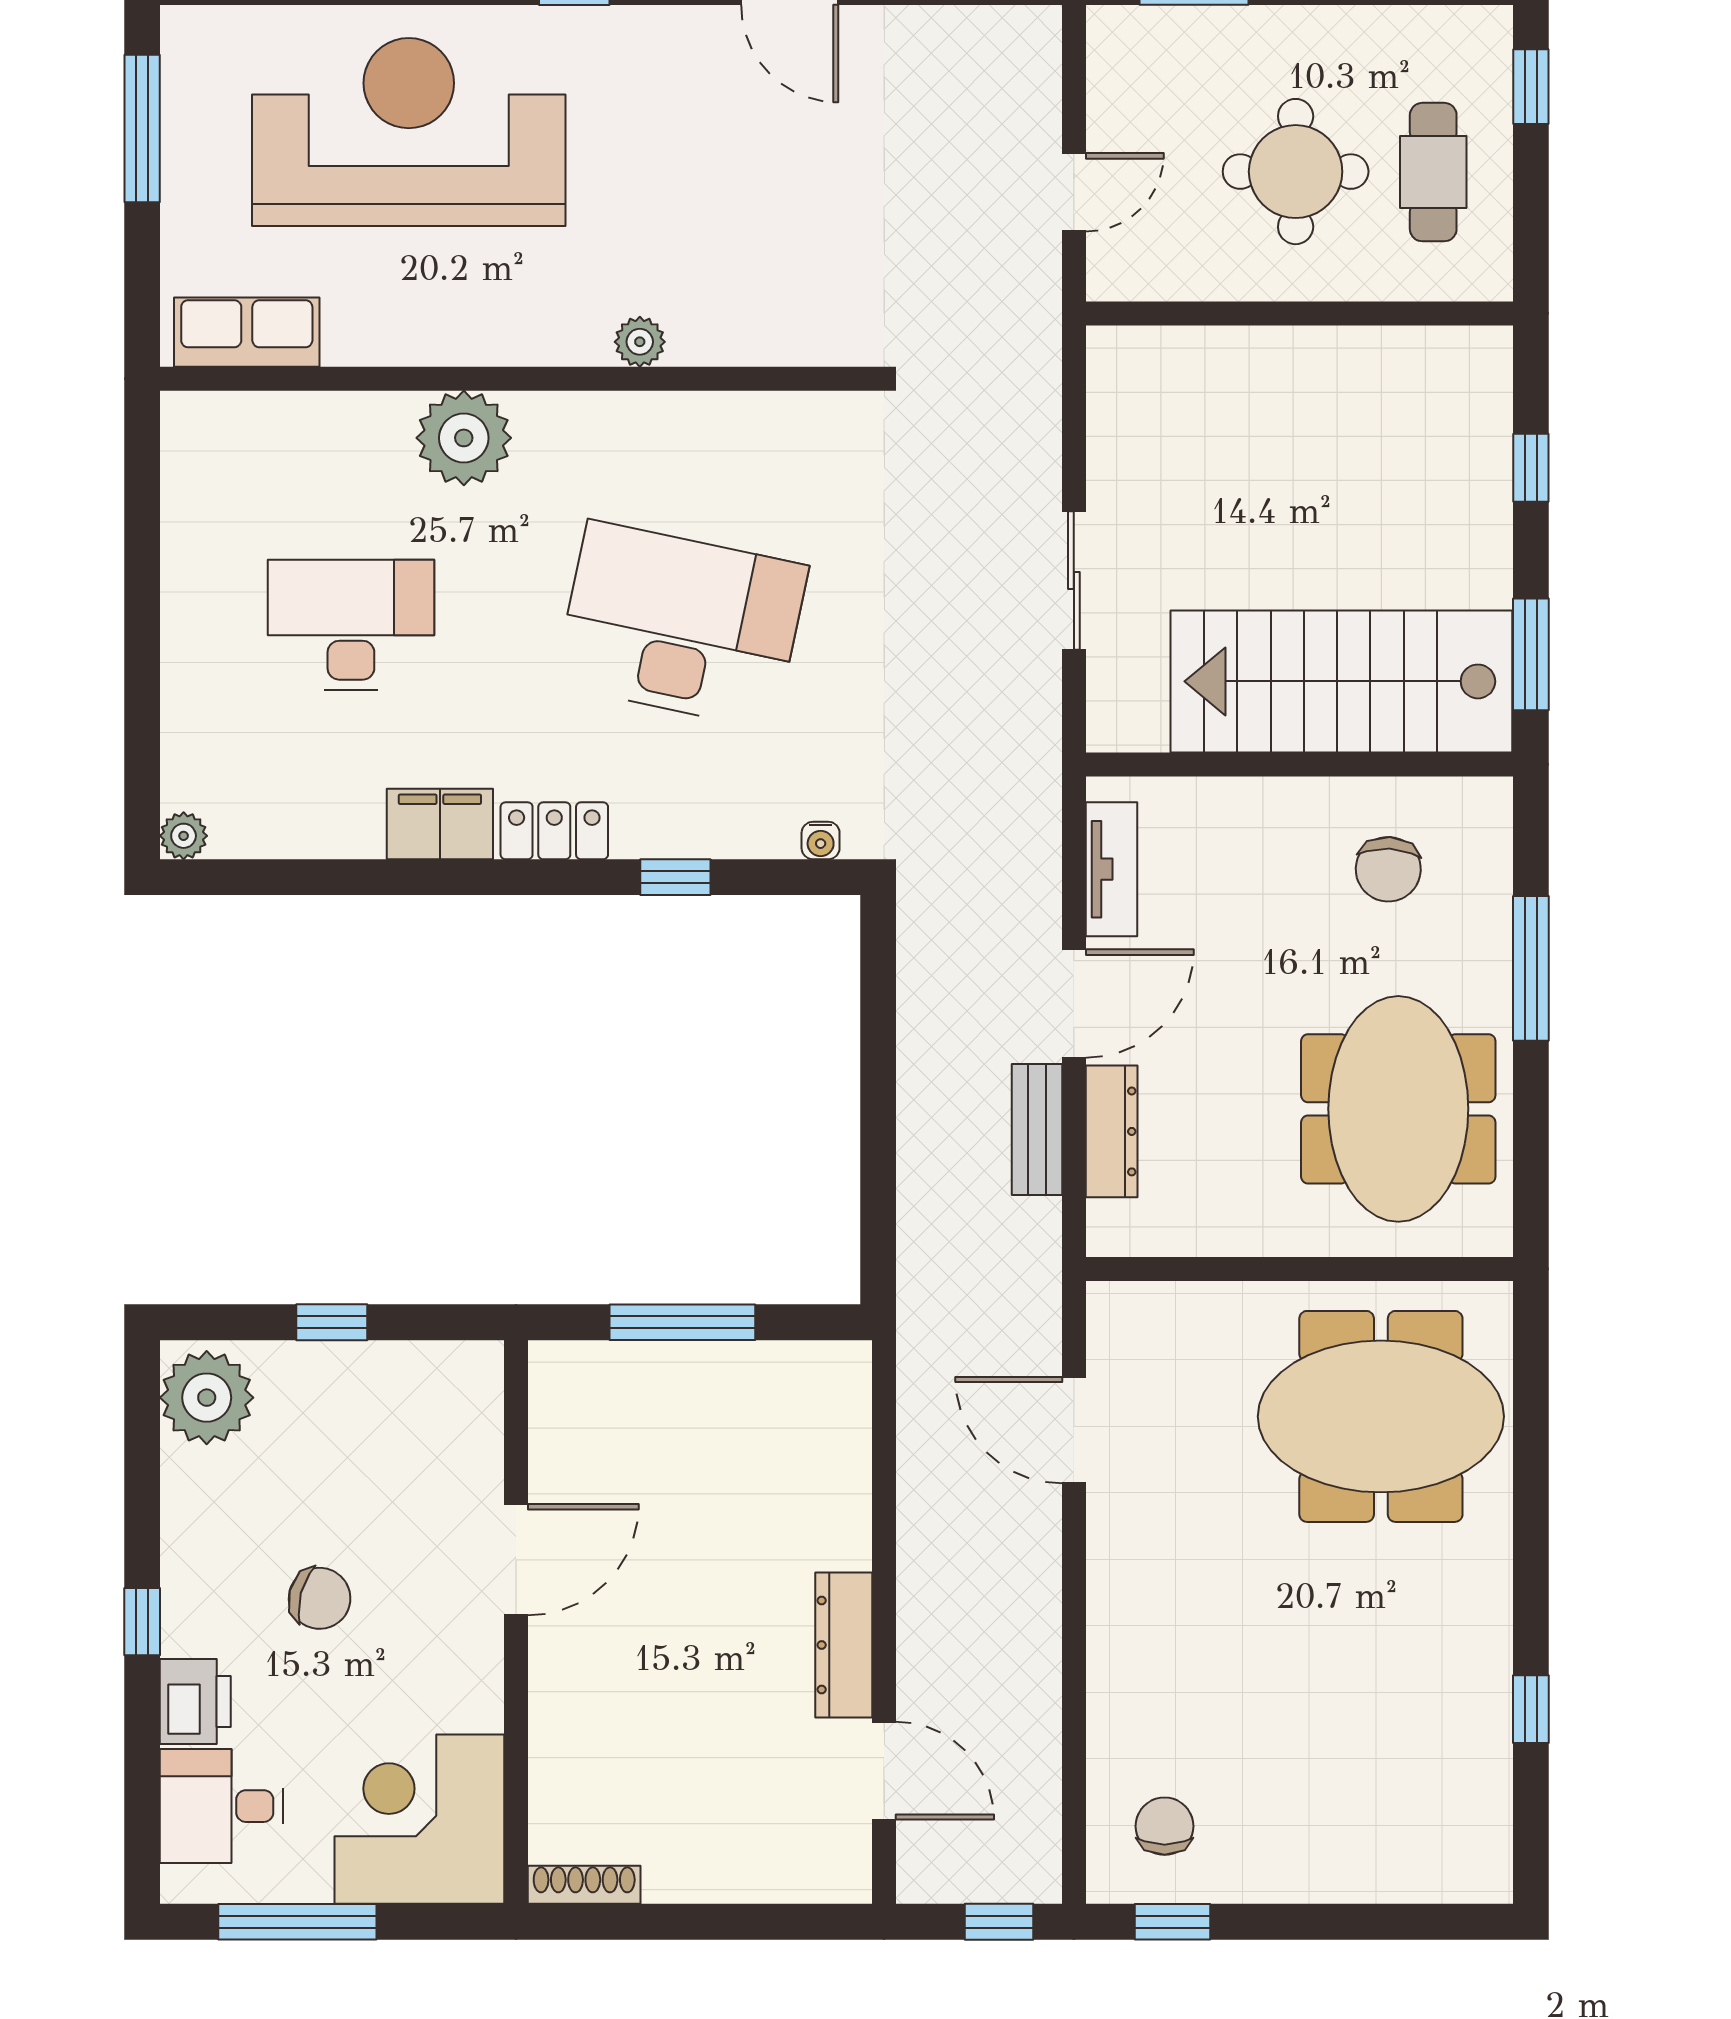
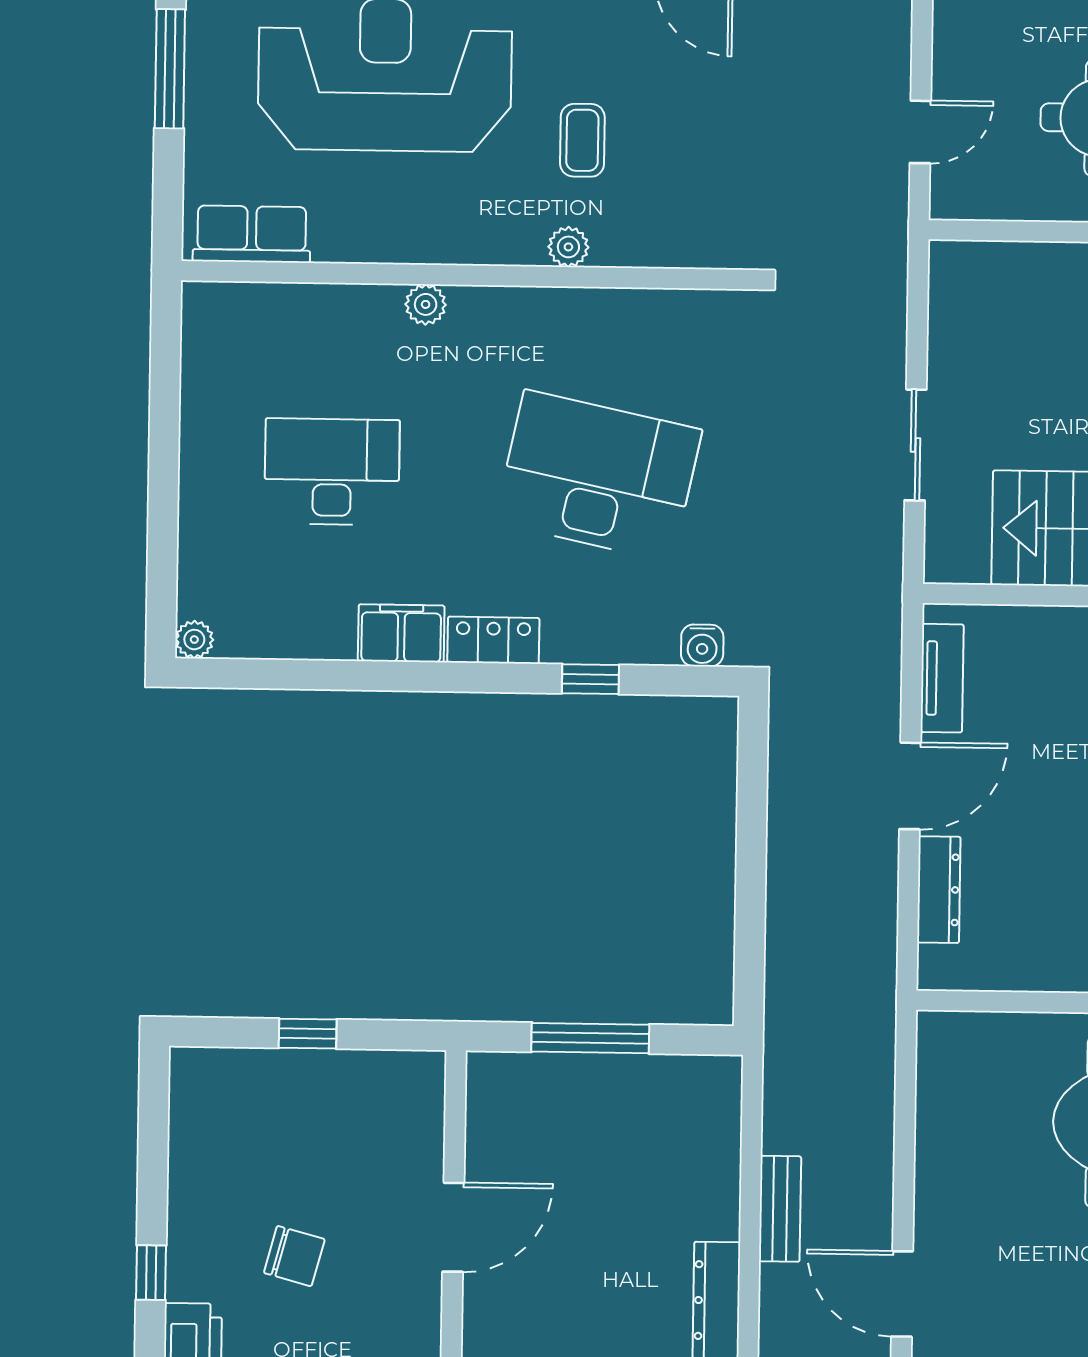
coffee table: (655, 209) -> (582, 140), added
plant: (464, 438) -> (426, 304), width x0.53, depth x0.53
water cooler: (821, 841) -> (702, 645), width x1.38, depth x1.38
bench: (1037, 1129) -> (780, 1209), moved
plant: (207, 1398) -> (206, 1093), removed
door: (1074, 1430) -> (902, 1294), moved

